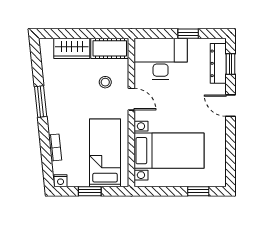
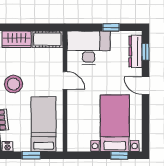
stool: (105, 82) -> (13, 84), moved, width x1.89, depth x1.89
bed with nightstands: (169, 151) -> (115, 123), moved, turned -90

